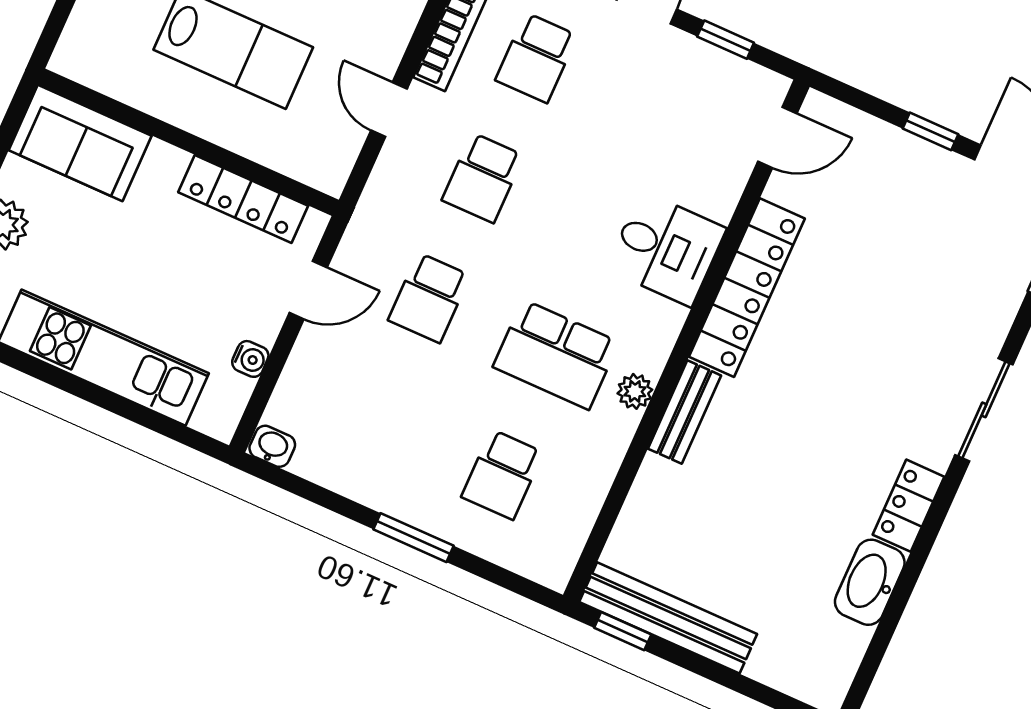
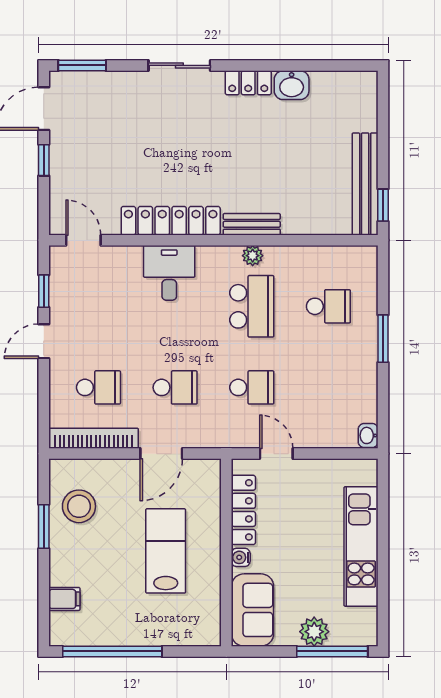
door: (389, 110) -> (161, 454), width x1.38
water cooler: (250, 359) -> (241, 557), moved, turned -90
washbasin: (870, 582) -> (292, 85), width x0.72

